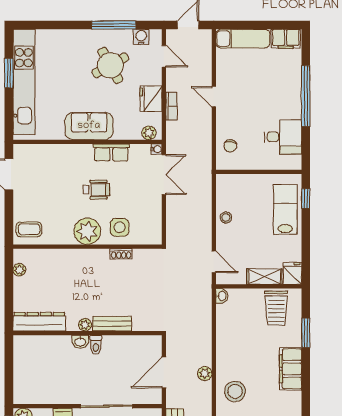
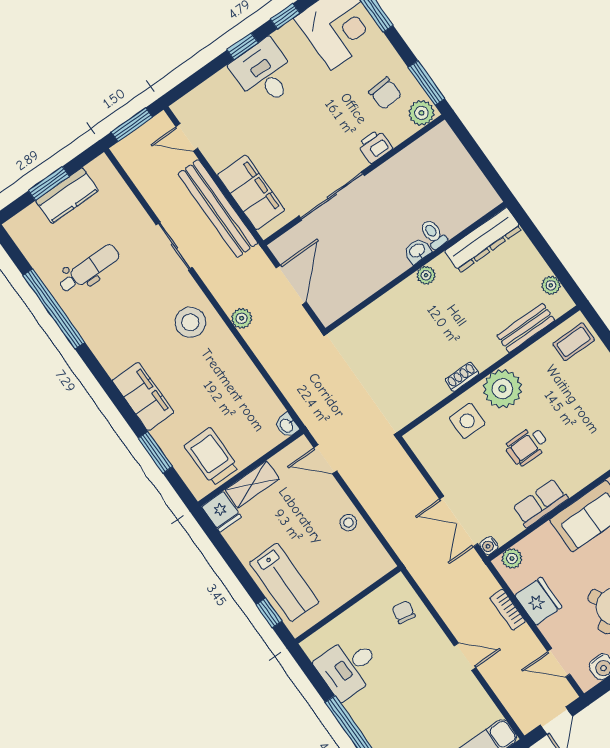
shoe rack: (121, 254) -> (462, 377), moved
bench: (112, 324) -> (526, 328), moved
toilet: (96, 345) -> (433, 234), moved

